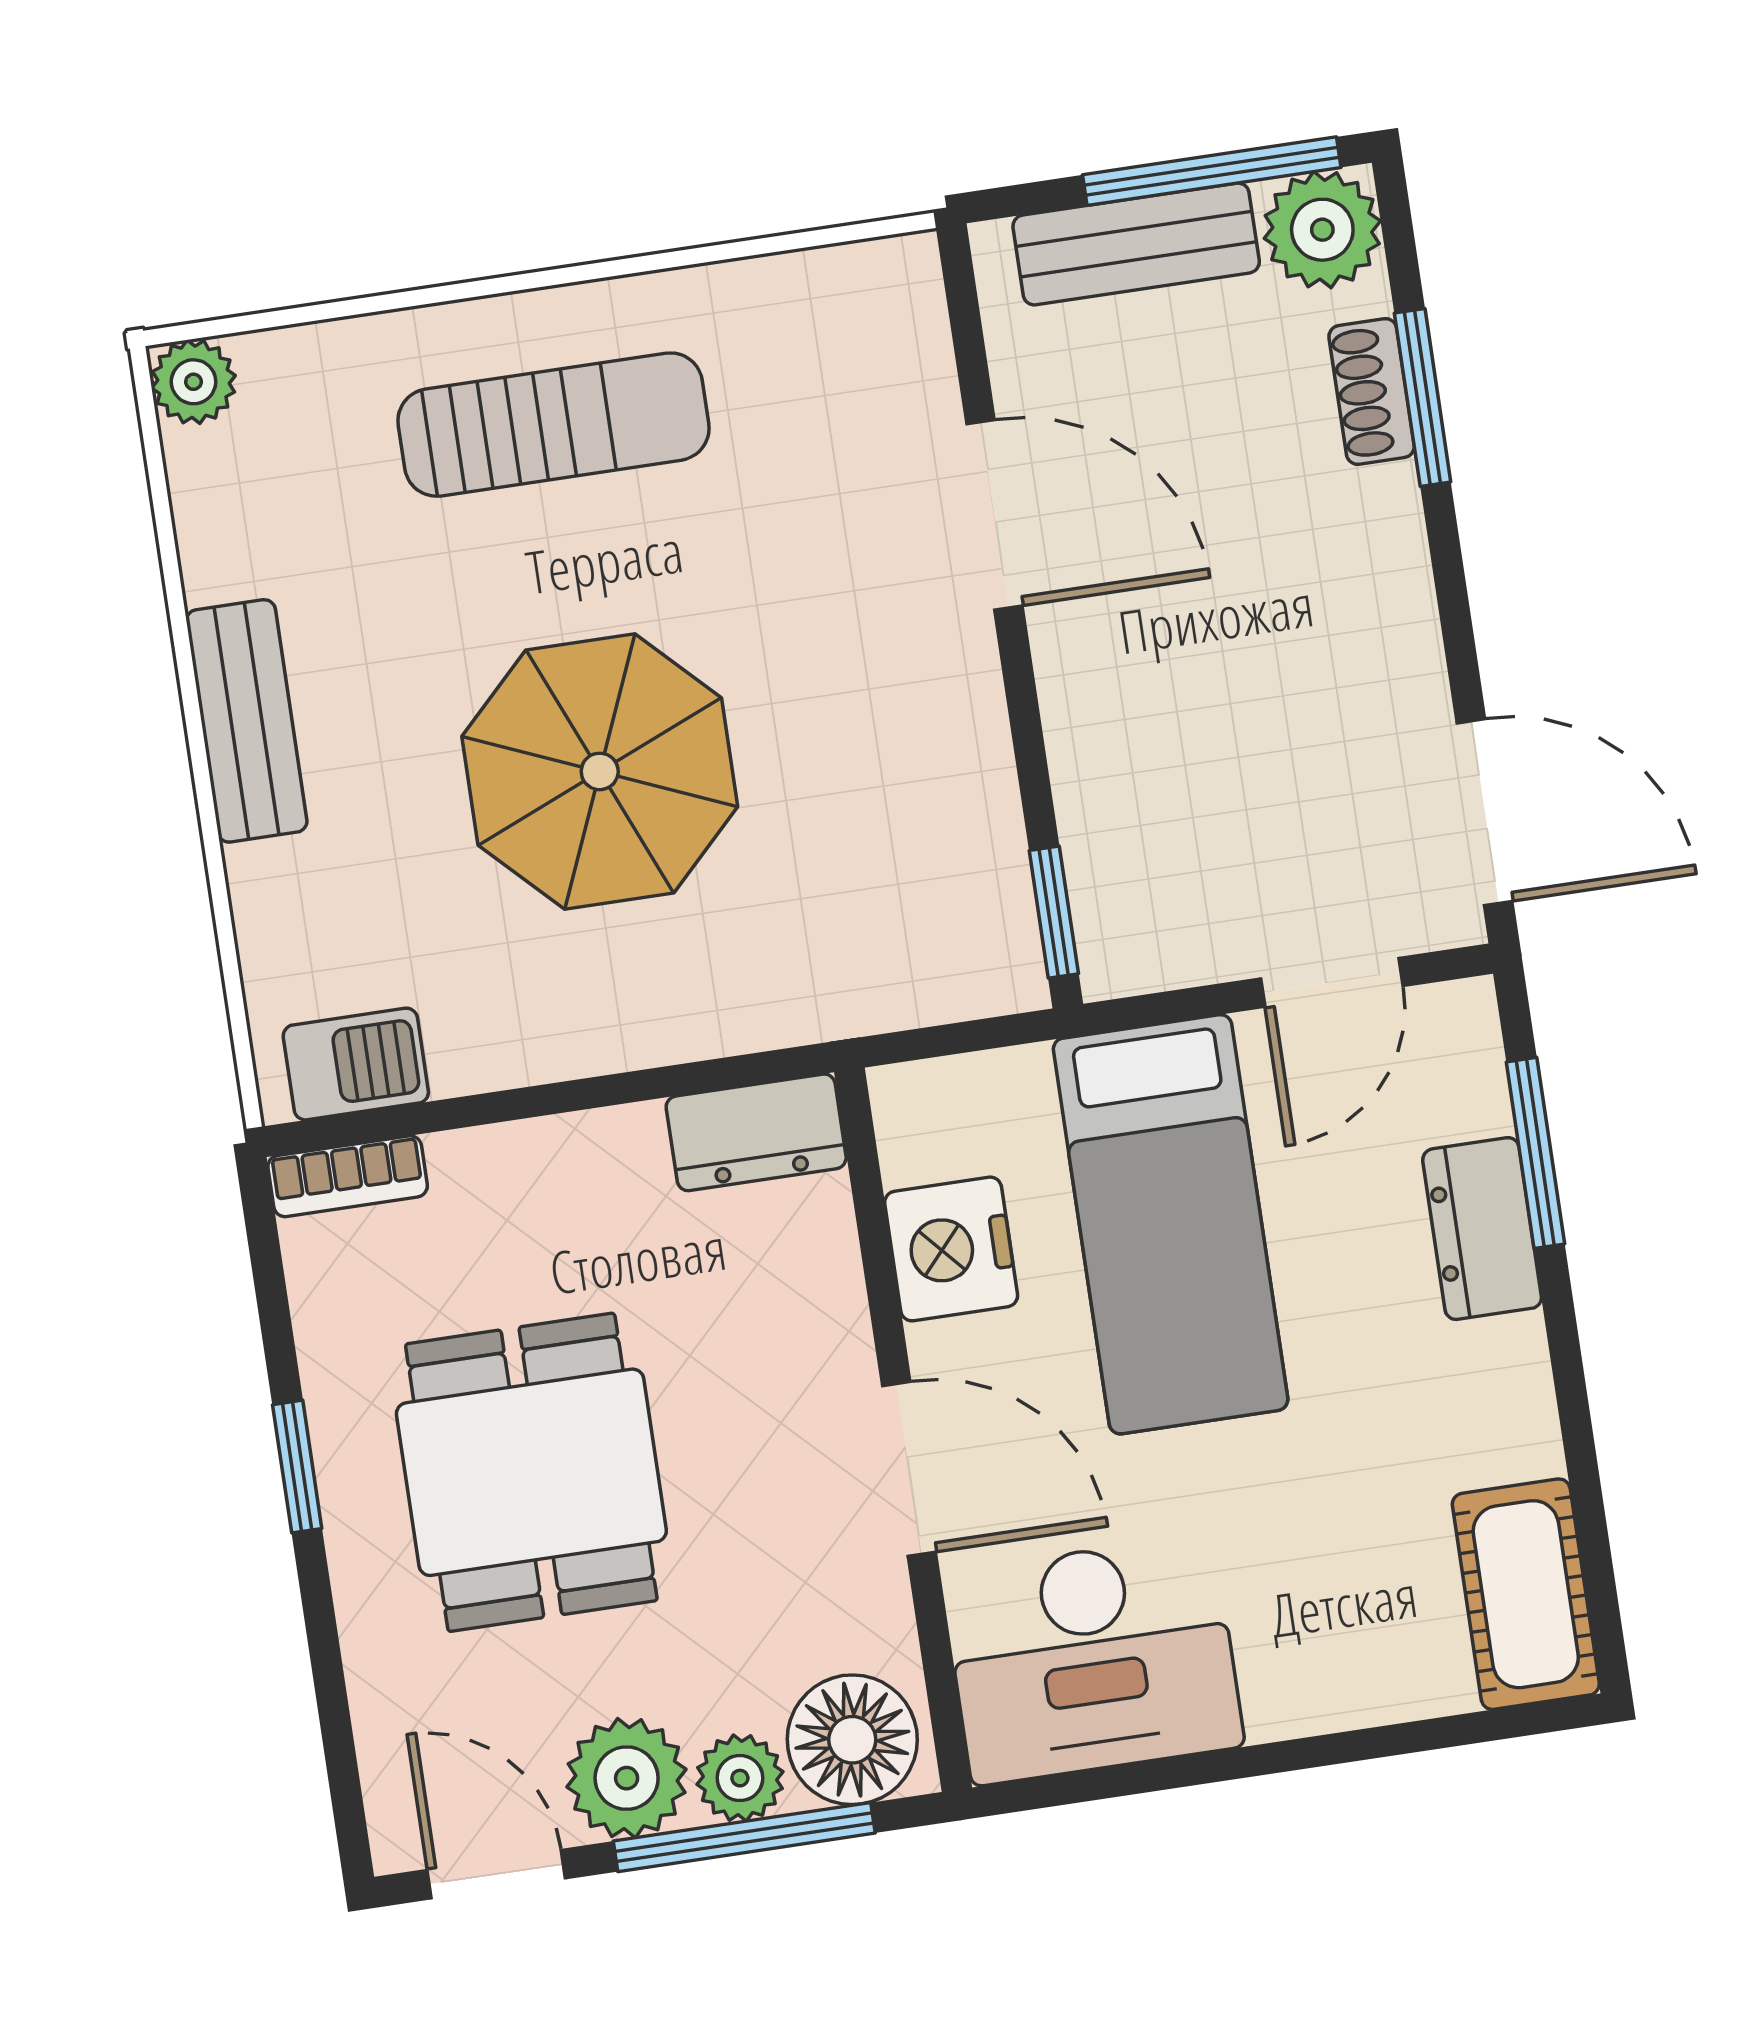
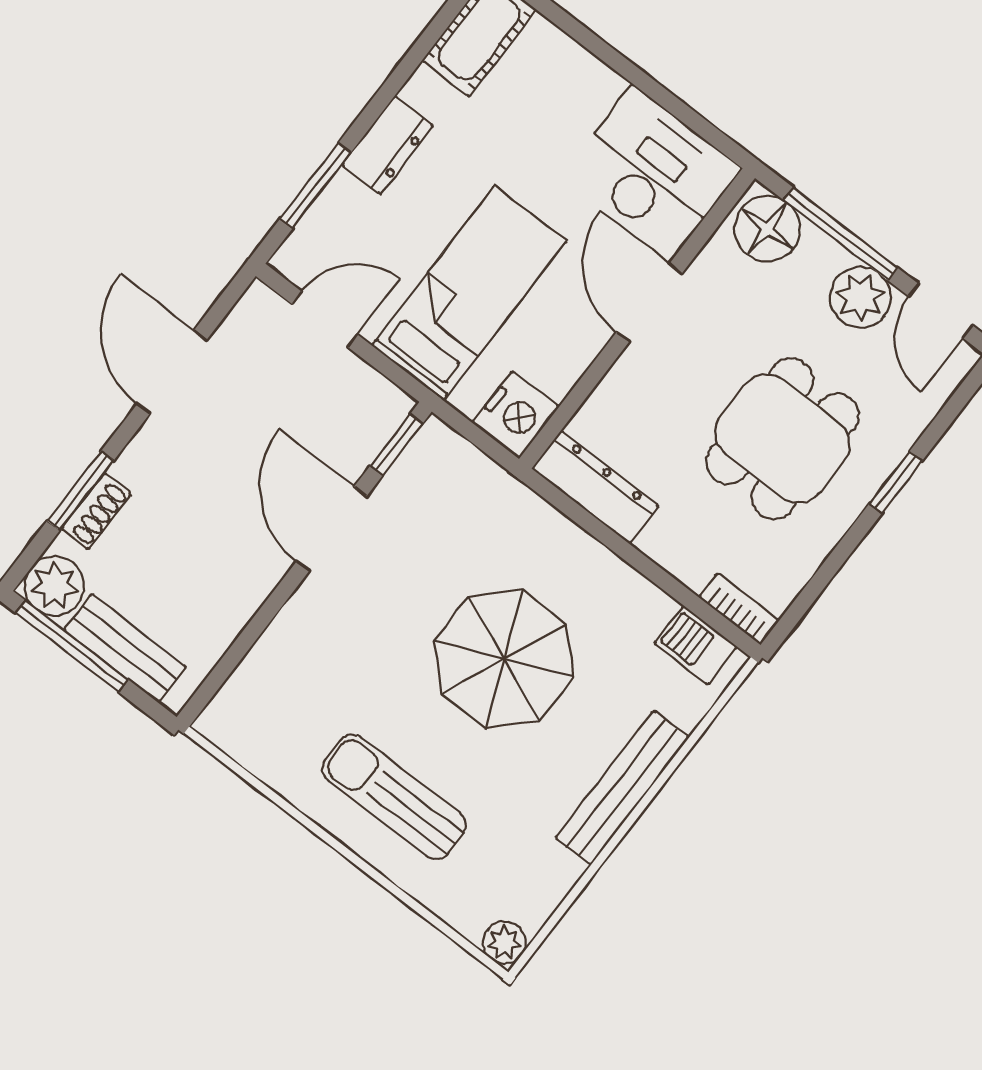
door: (994, 515) -> (332, 529), moved
bench: (247, 721) -> (622, 788), width x1.36
door: (1485, 812) -> (172, 372), moved
dresser: (756, 1132) -> (595, 487), width x1.44
dresser: (1482, 1229) -> (387, 145), moved
nightstand: (951, 1249) -> (516, 415), moved
window: (297, 1467) -> (896, 482), moved
plant: (740, 1778) -> (821, 256), removed

